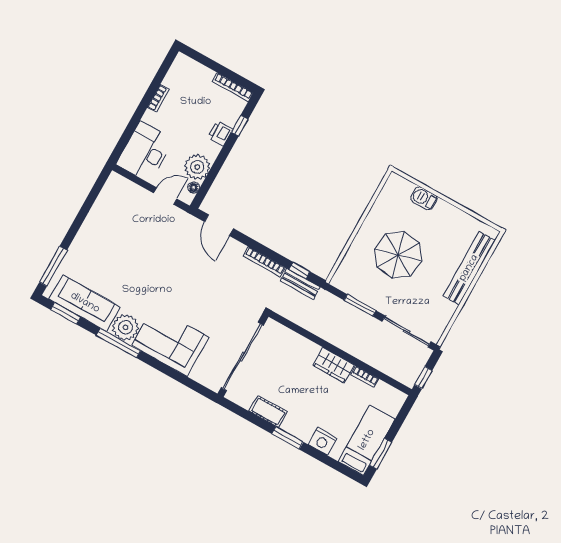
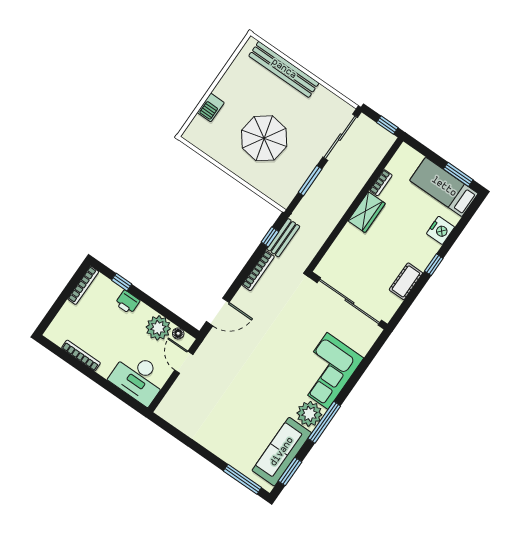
bookcase: (158, 98) -> (81, 355), width x1.56
window: (287, 438) -> (434, 265), width x0.67

